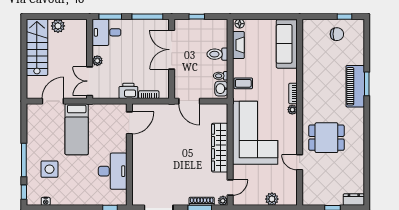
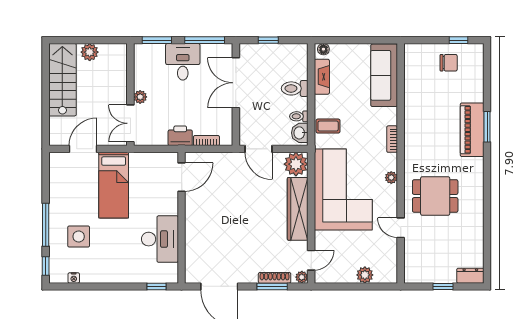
desk: (106, 32) -> (183, 62), moved, turned 90
plant: (292, 110) -> (391, 178), moved
plant: (218, 113) -> (296, 164), added

